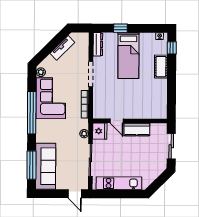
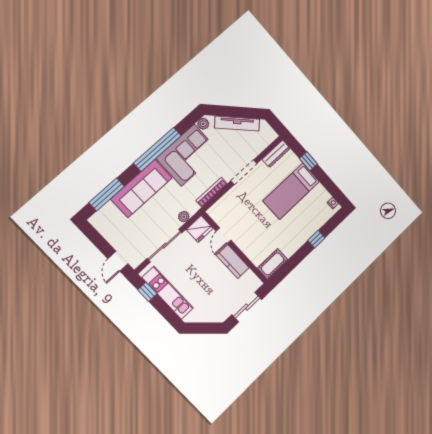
tv unit: (62, 48) -> (237, 124), width x1.41
window: (172, 48) -> (316, 239), moved
cot: (161, 67) -> (273, 264), moved
sofa: (46, 166) -> (141, 188), moved
window: (107, 194) -> (147, 292), added

